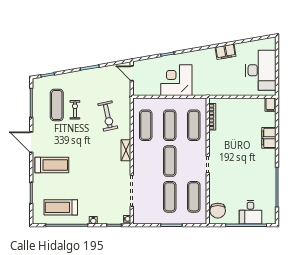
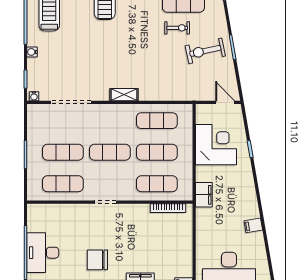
filing cabinet: (226, 52) -> (253, 225), width x0.50
door: (132, 73) -> (225, 102), hinge flipped
corner desk: (176, 80) -> (216, 145), moved
filing cabinet: (202, 89) -> (204, 195), added
exercise bike: (108, 116) -> (205, 51), moved
chair: (218, 211) -> (97, 260), moved
desk: (250, 212) -> (43, 253), width x1.37

